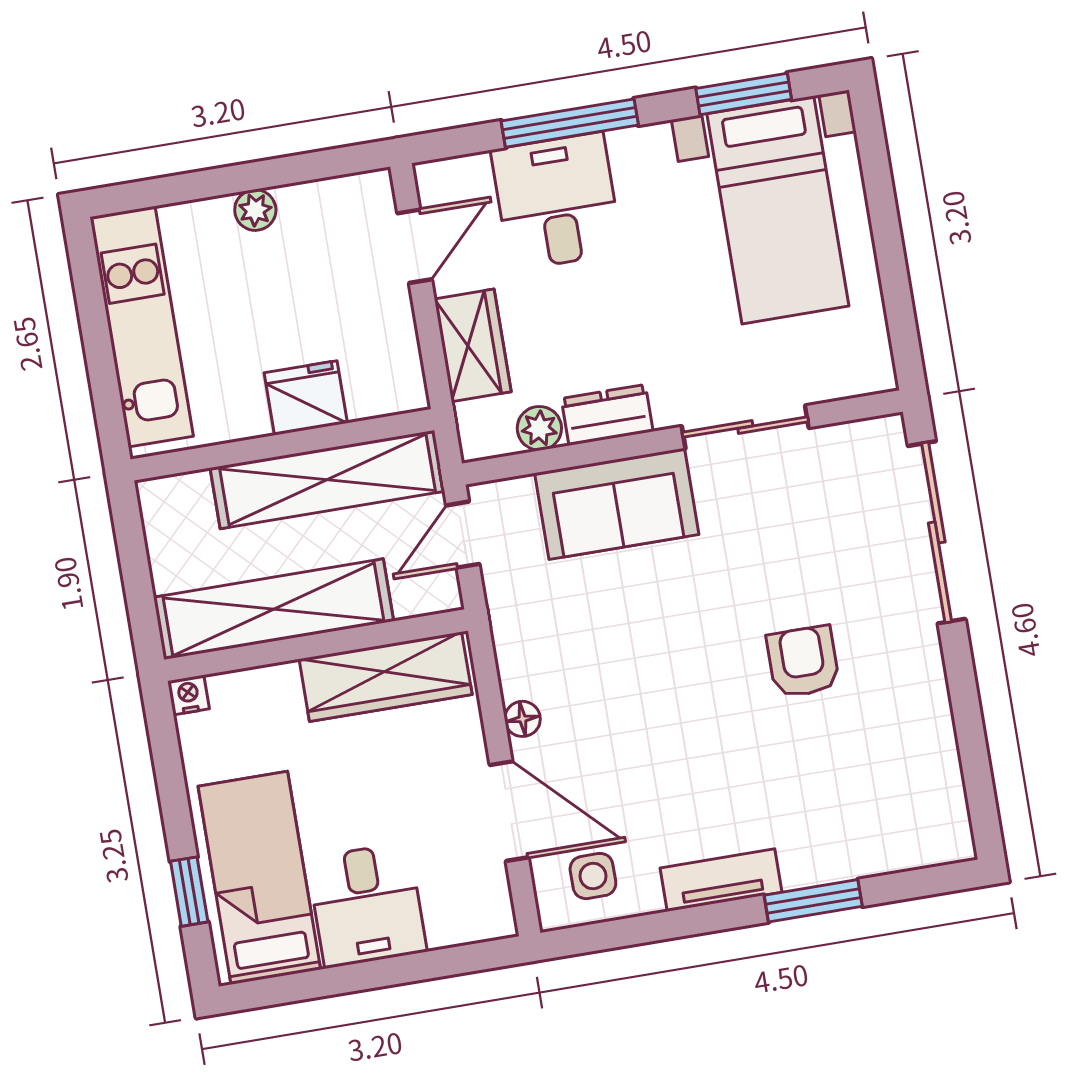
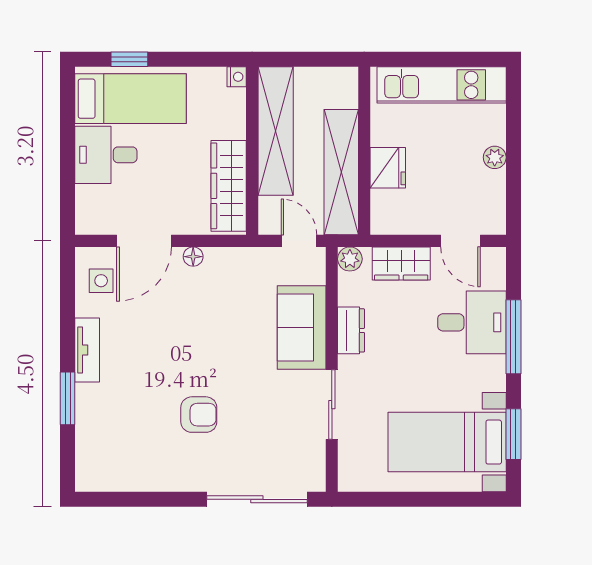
plant: (539, 428) -> (350, 259), moved

